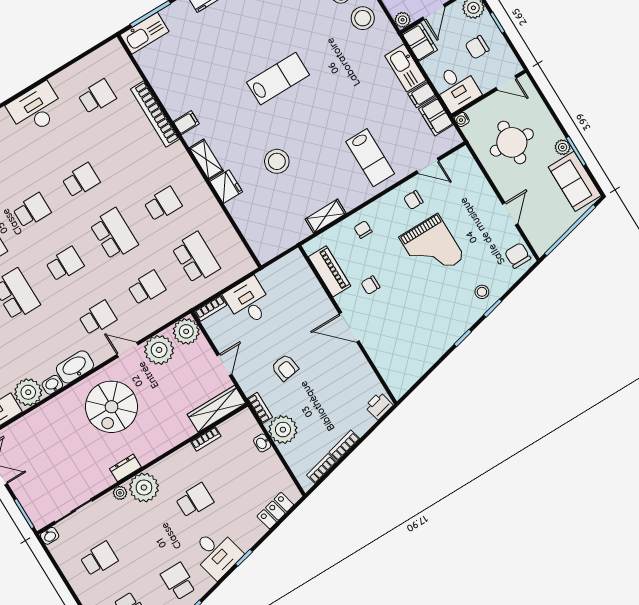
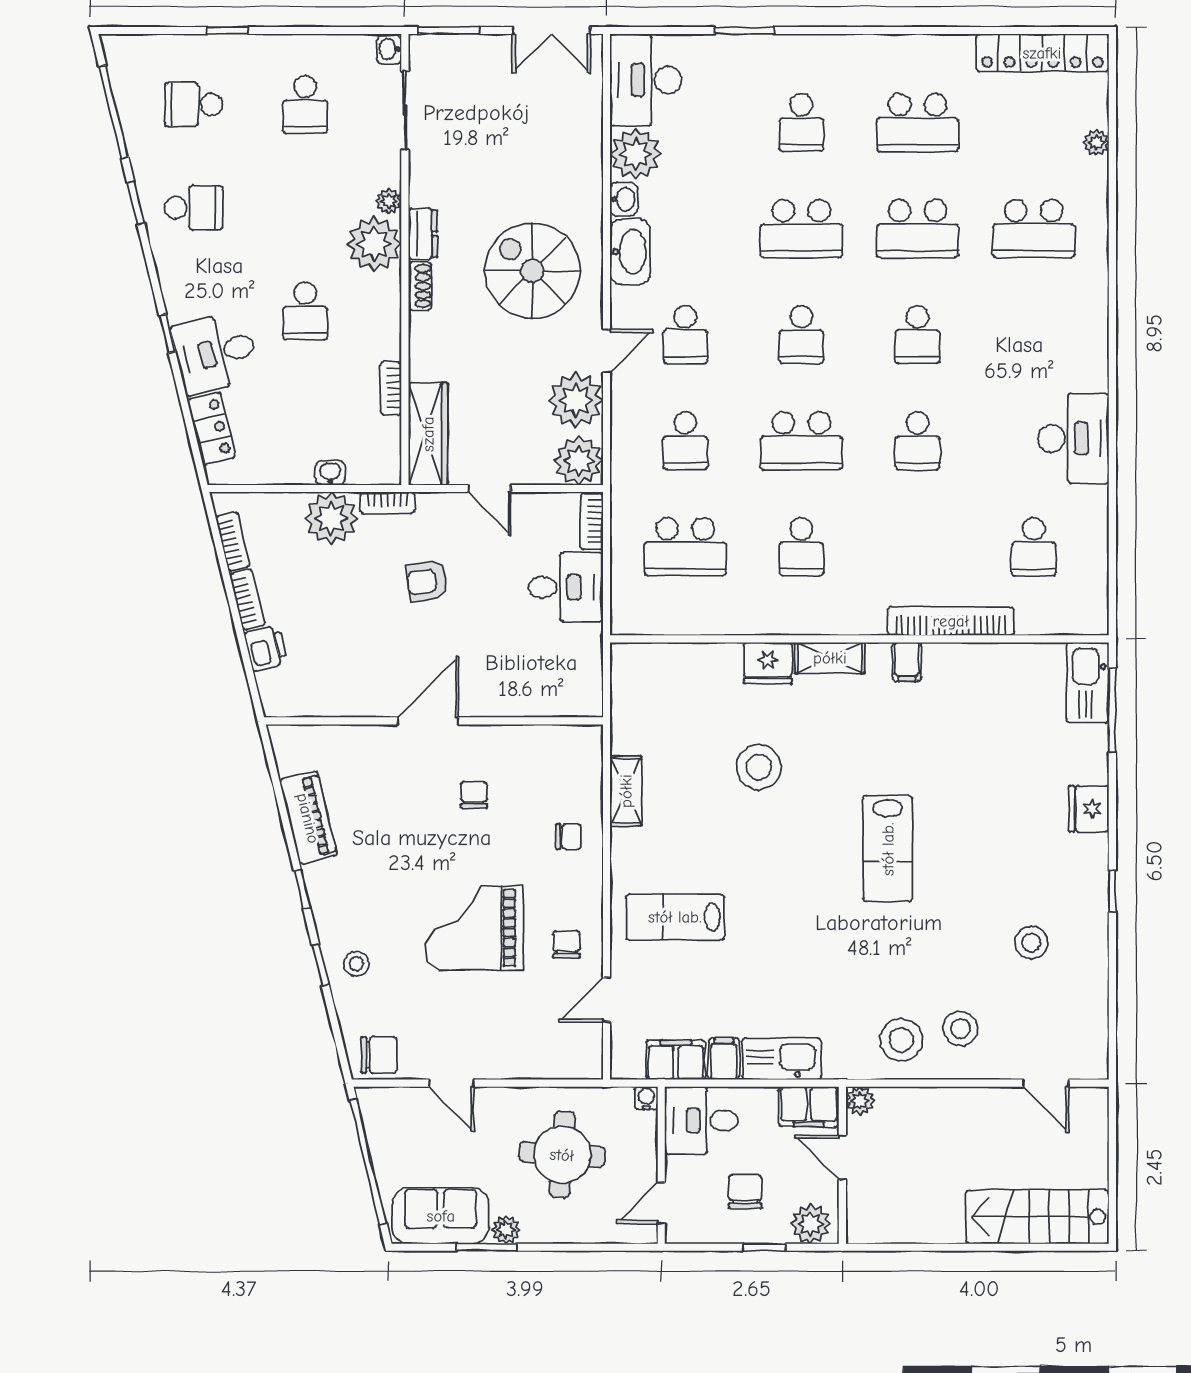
piano: (330, 271) -> (308, 818), moved, turned -104
printer: (379, 406) -> (266, 648), moved
shoe rack: (150, 454) -> (420, 286), added
desk: (216, 553) -> (215, 353), moved

